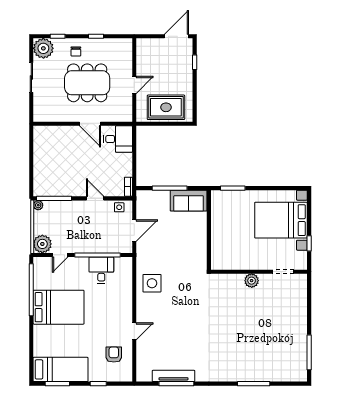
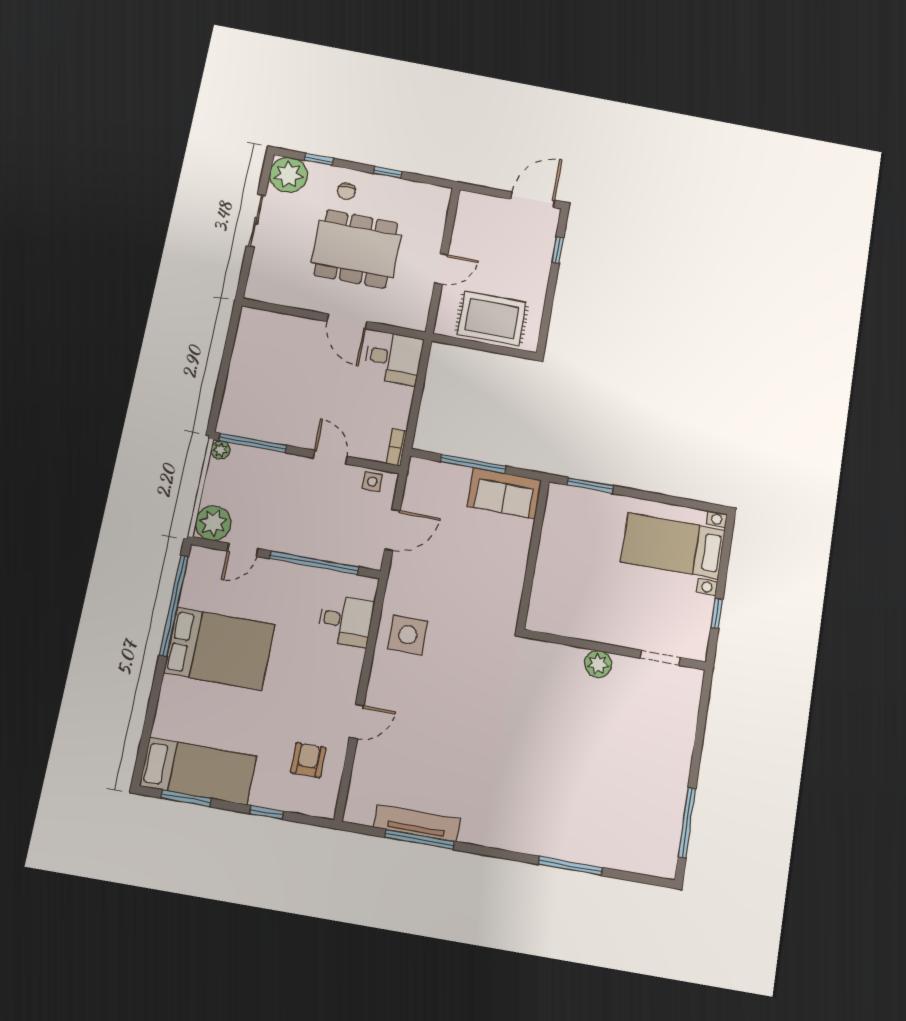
bed with nightstands: (281, 220) -> (673, 546), width x0.73
desk: (101, 270) -> (346, 621), moved, turned 90

